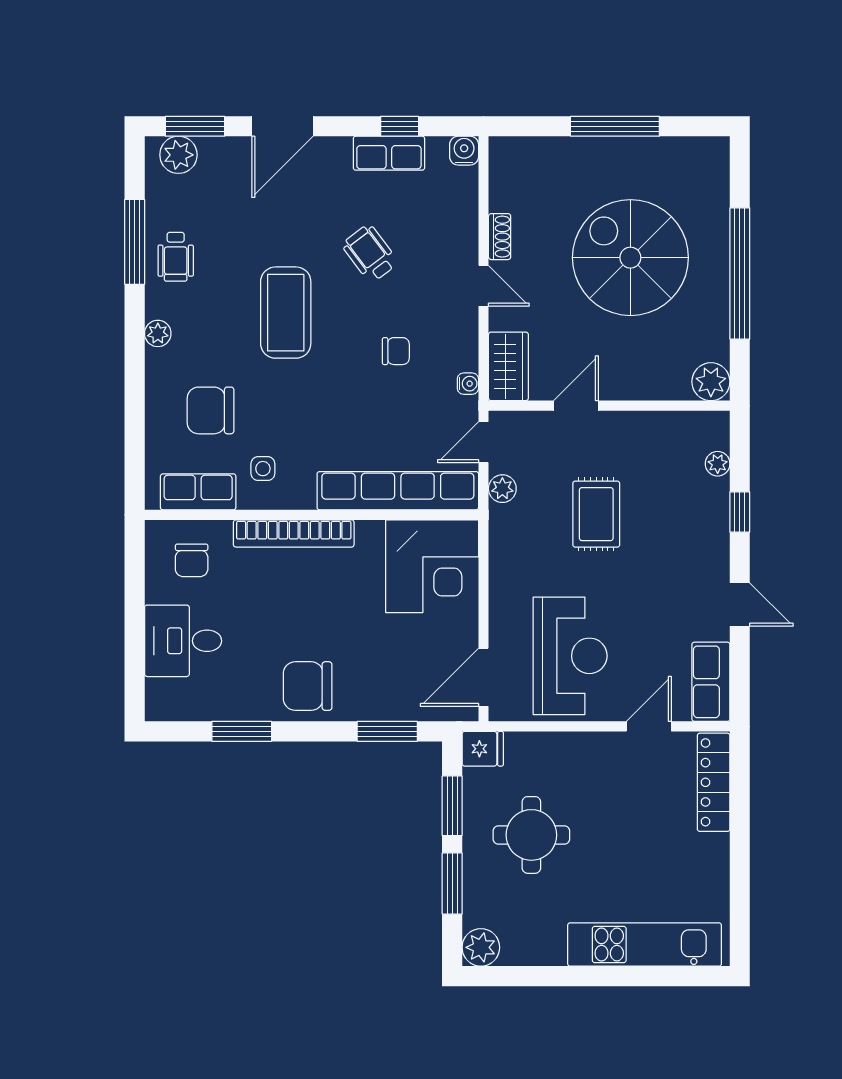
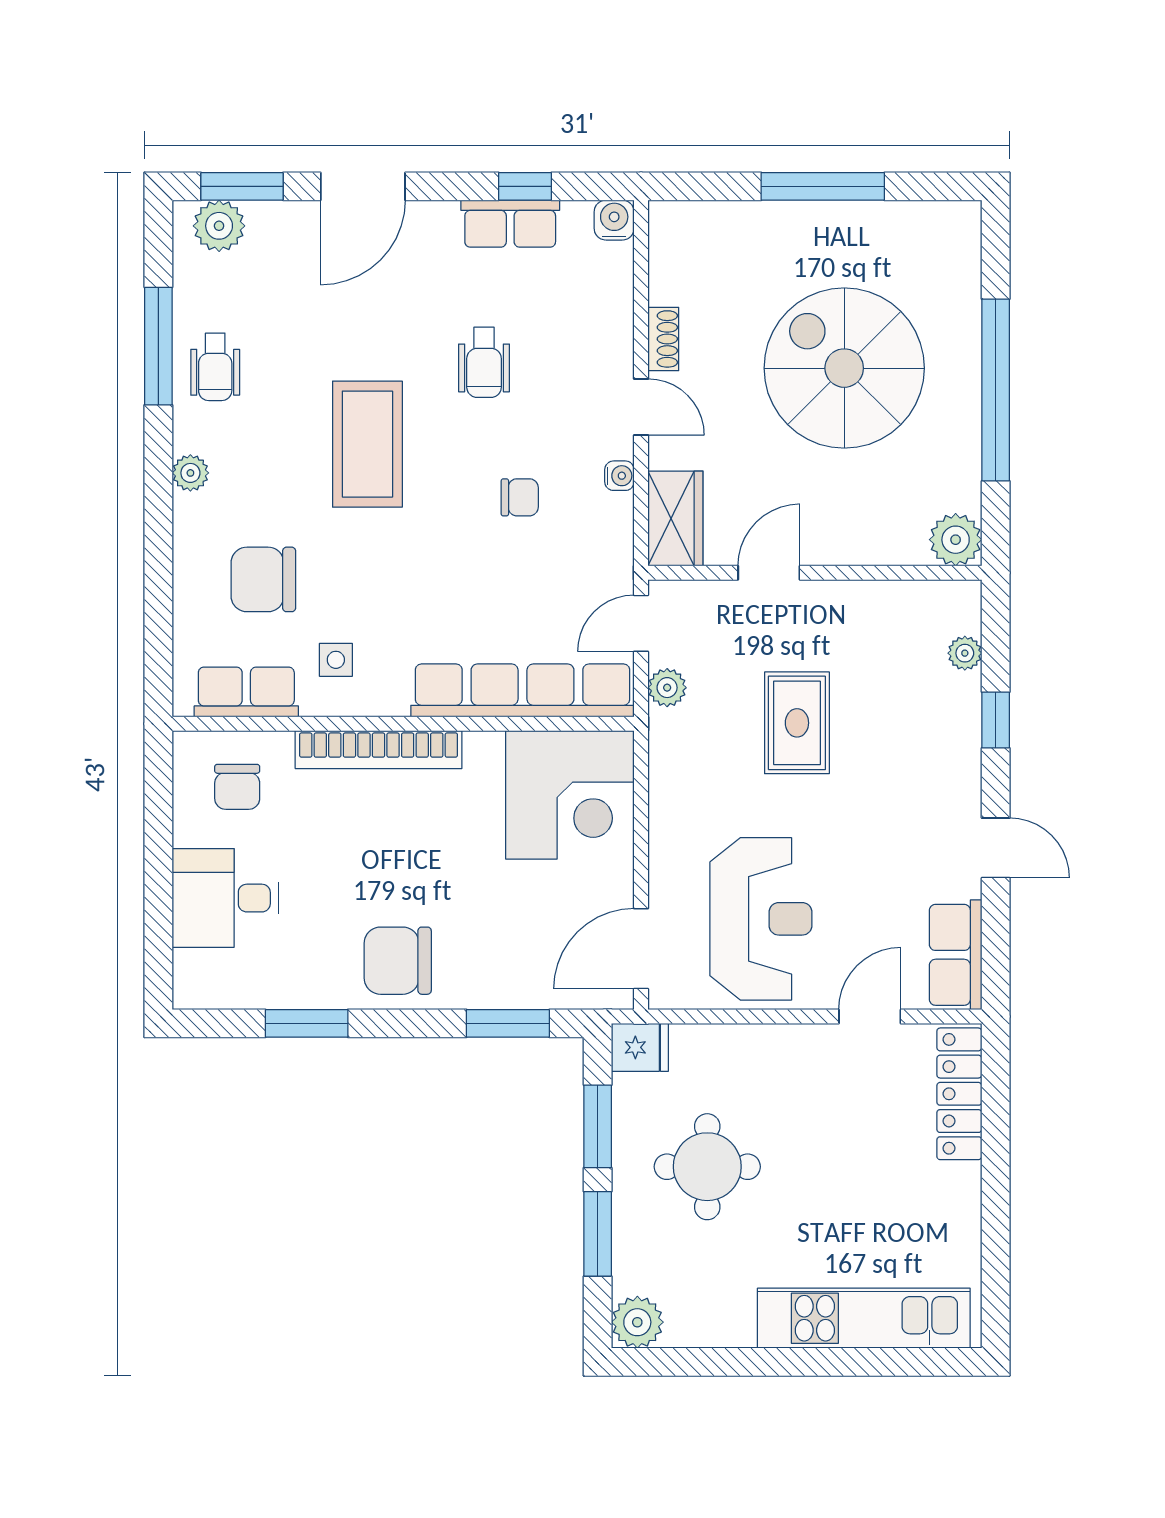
wheelchair: (370, 253) -> (484, 362), turned -143
water cooler: (468, 384) -> (619, 476), moved

